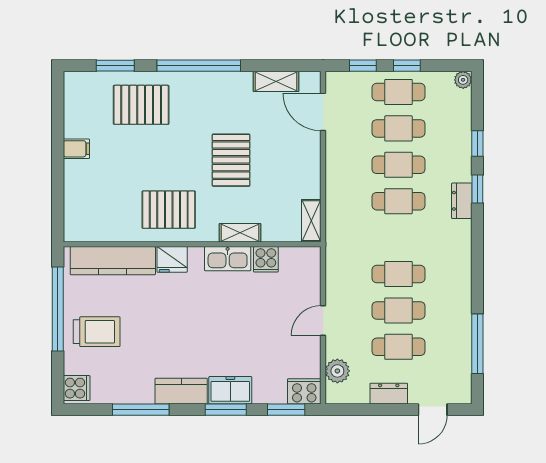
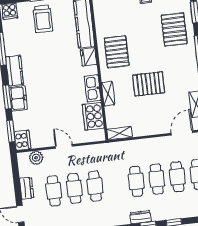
cooker: (266, 259) -> (93, 116), width x1.87, depth x1.31

